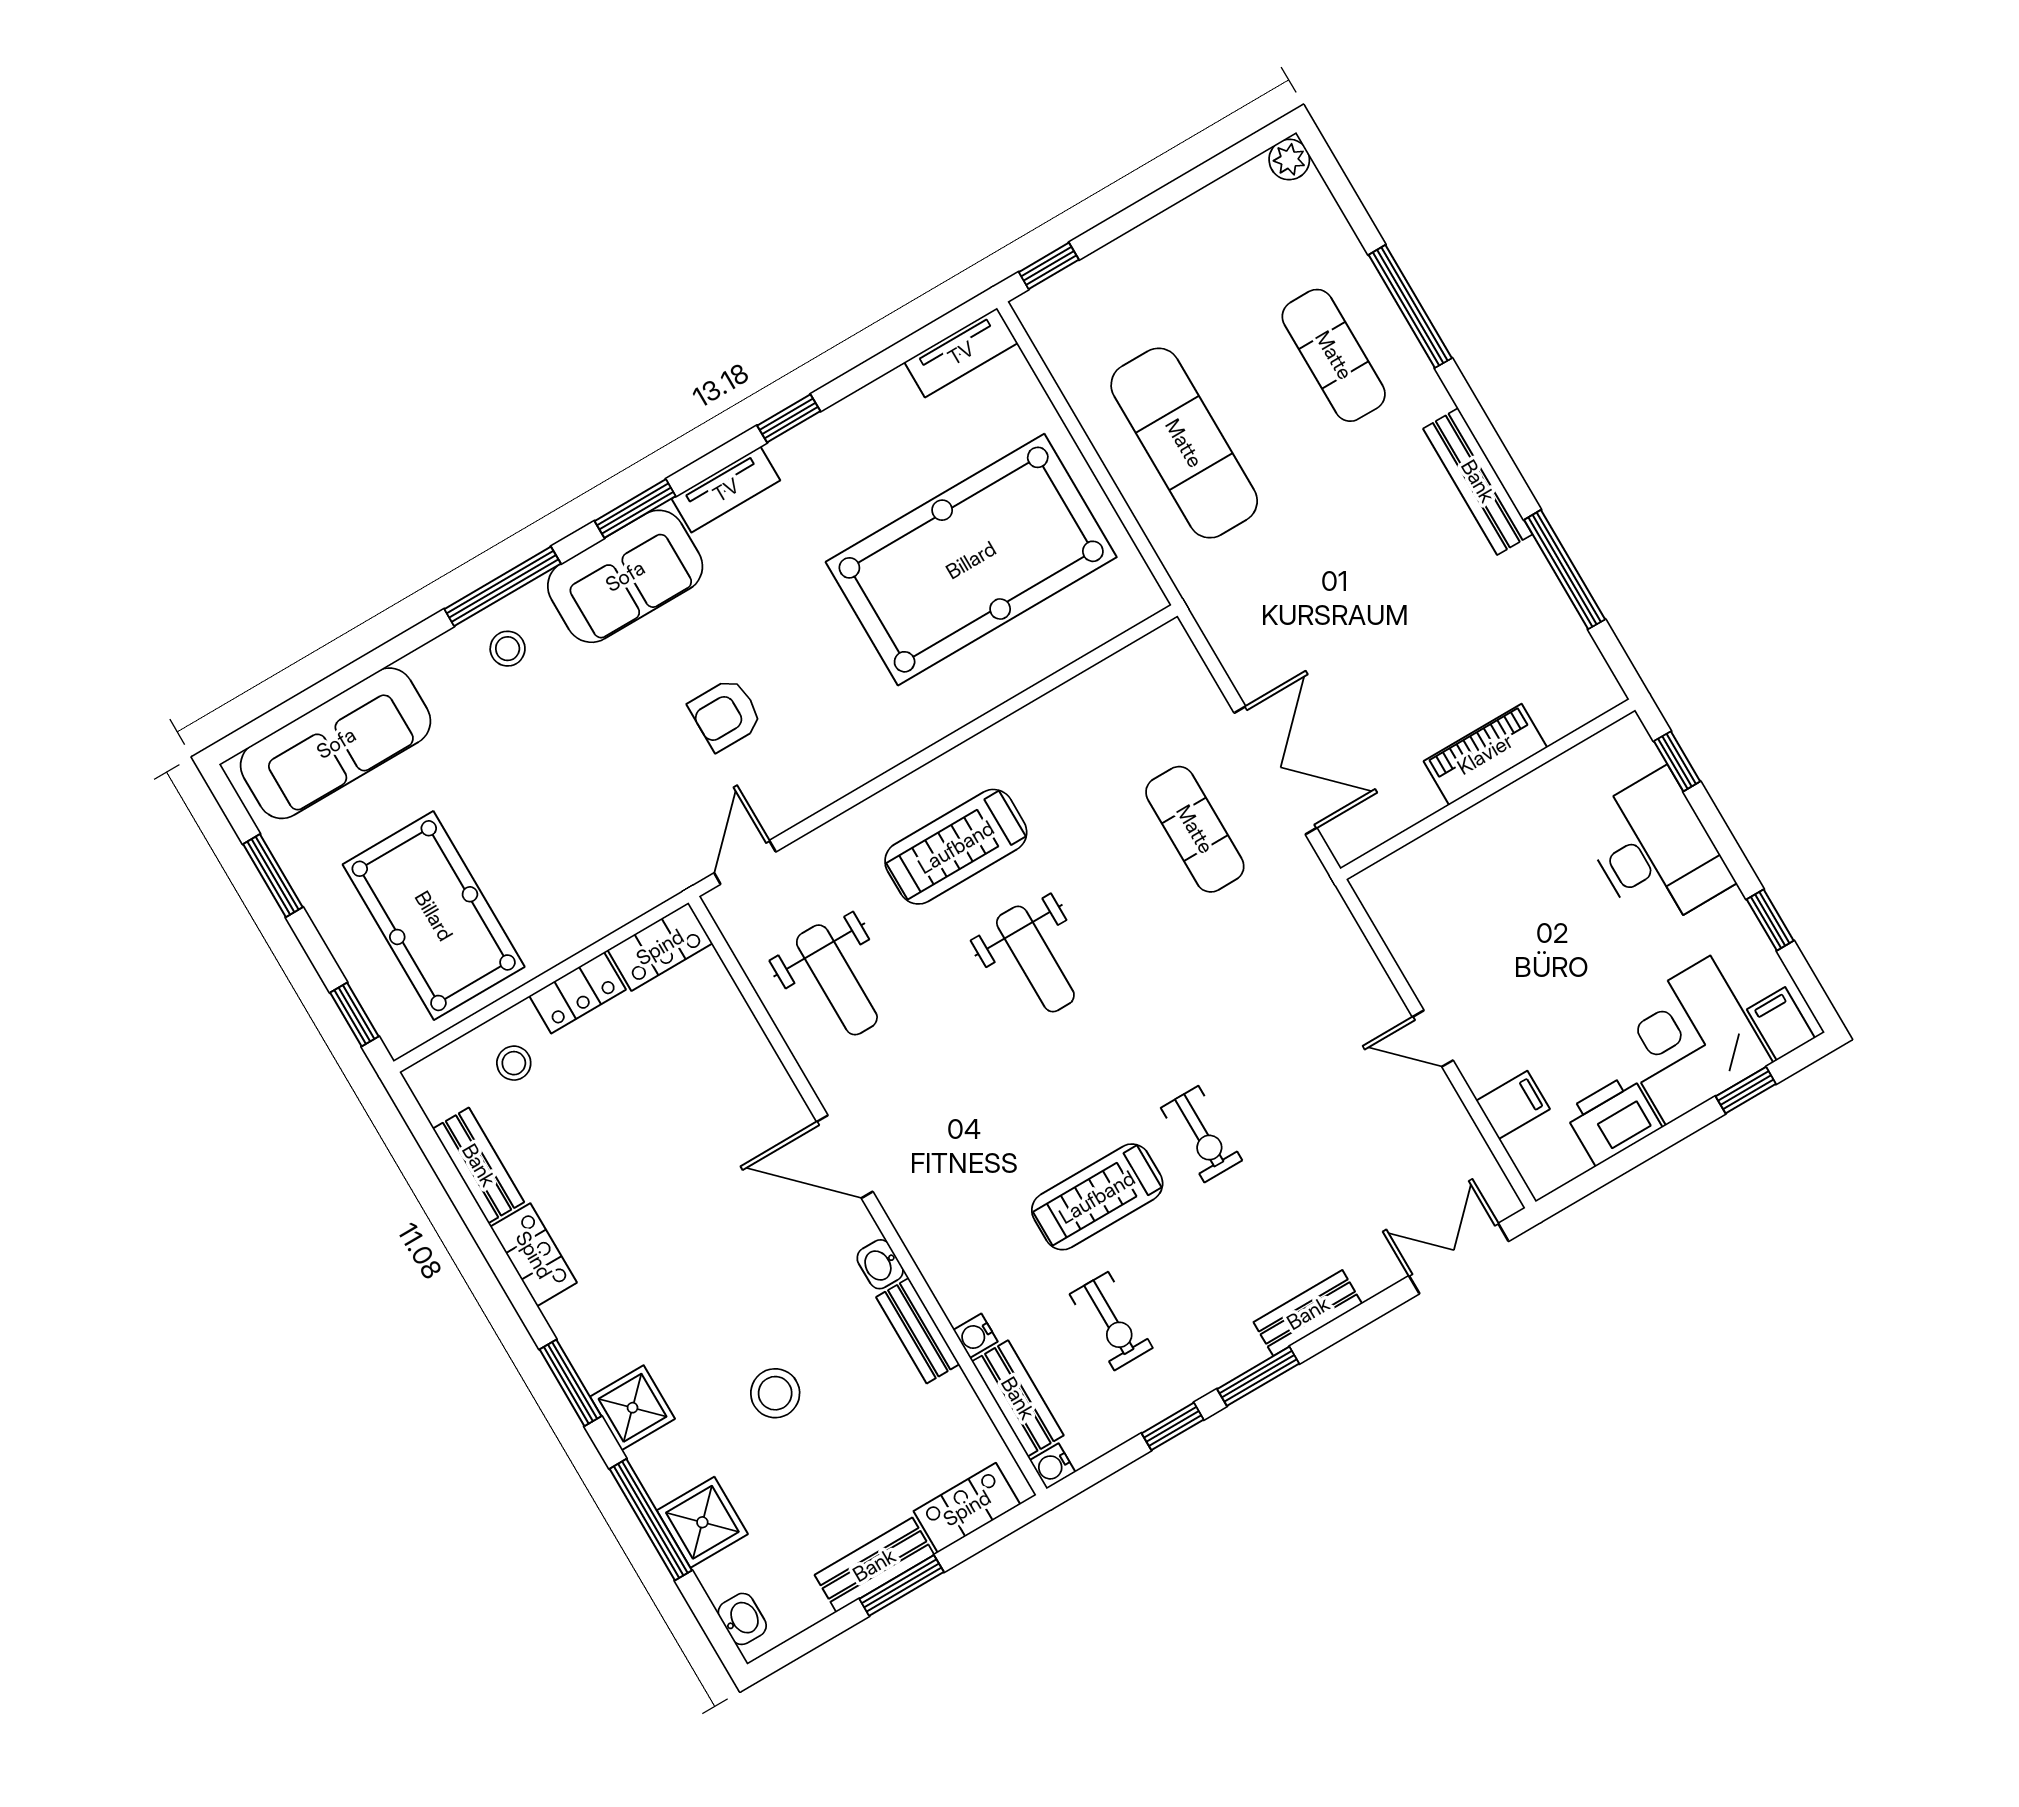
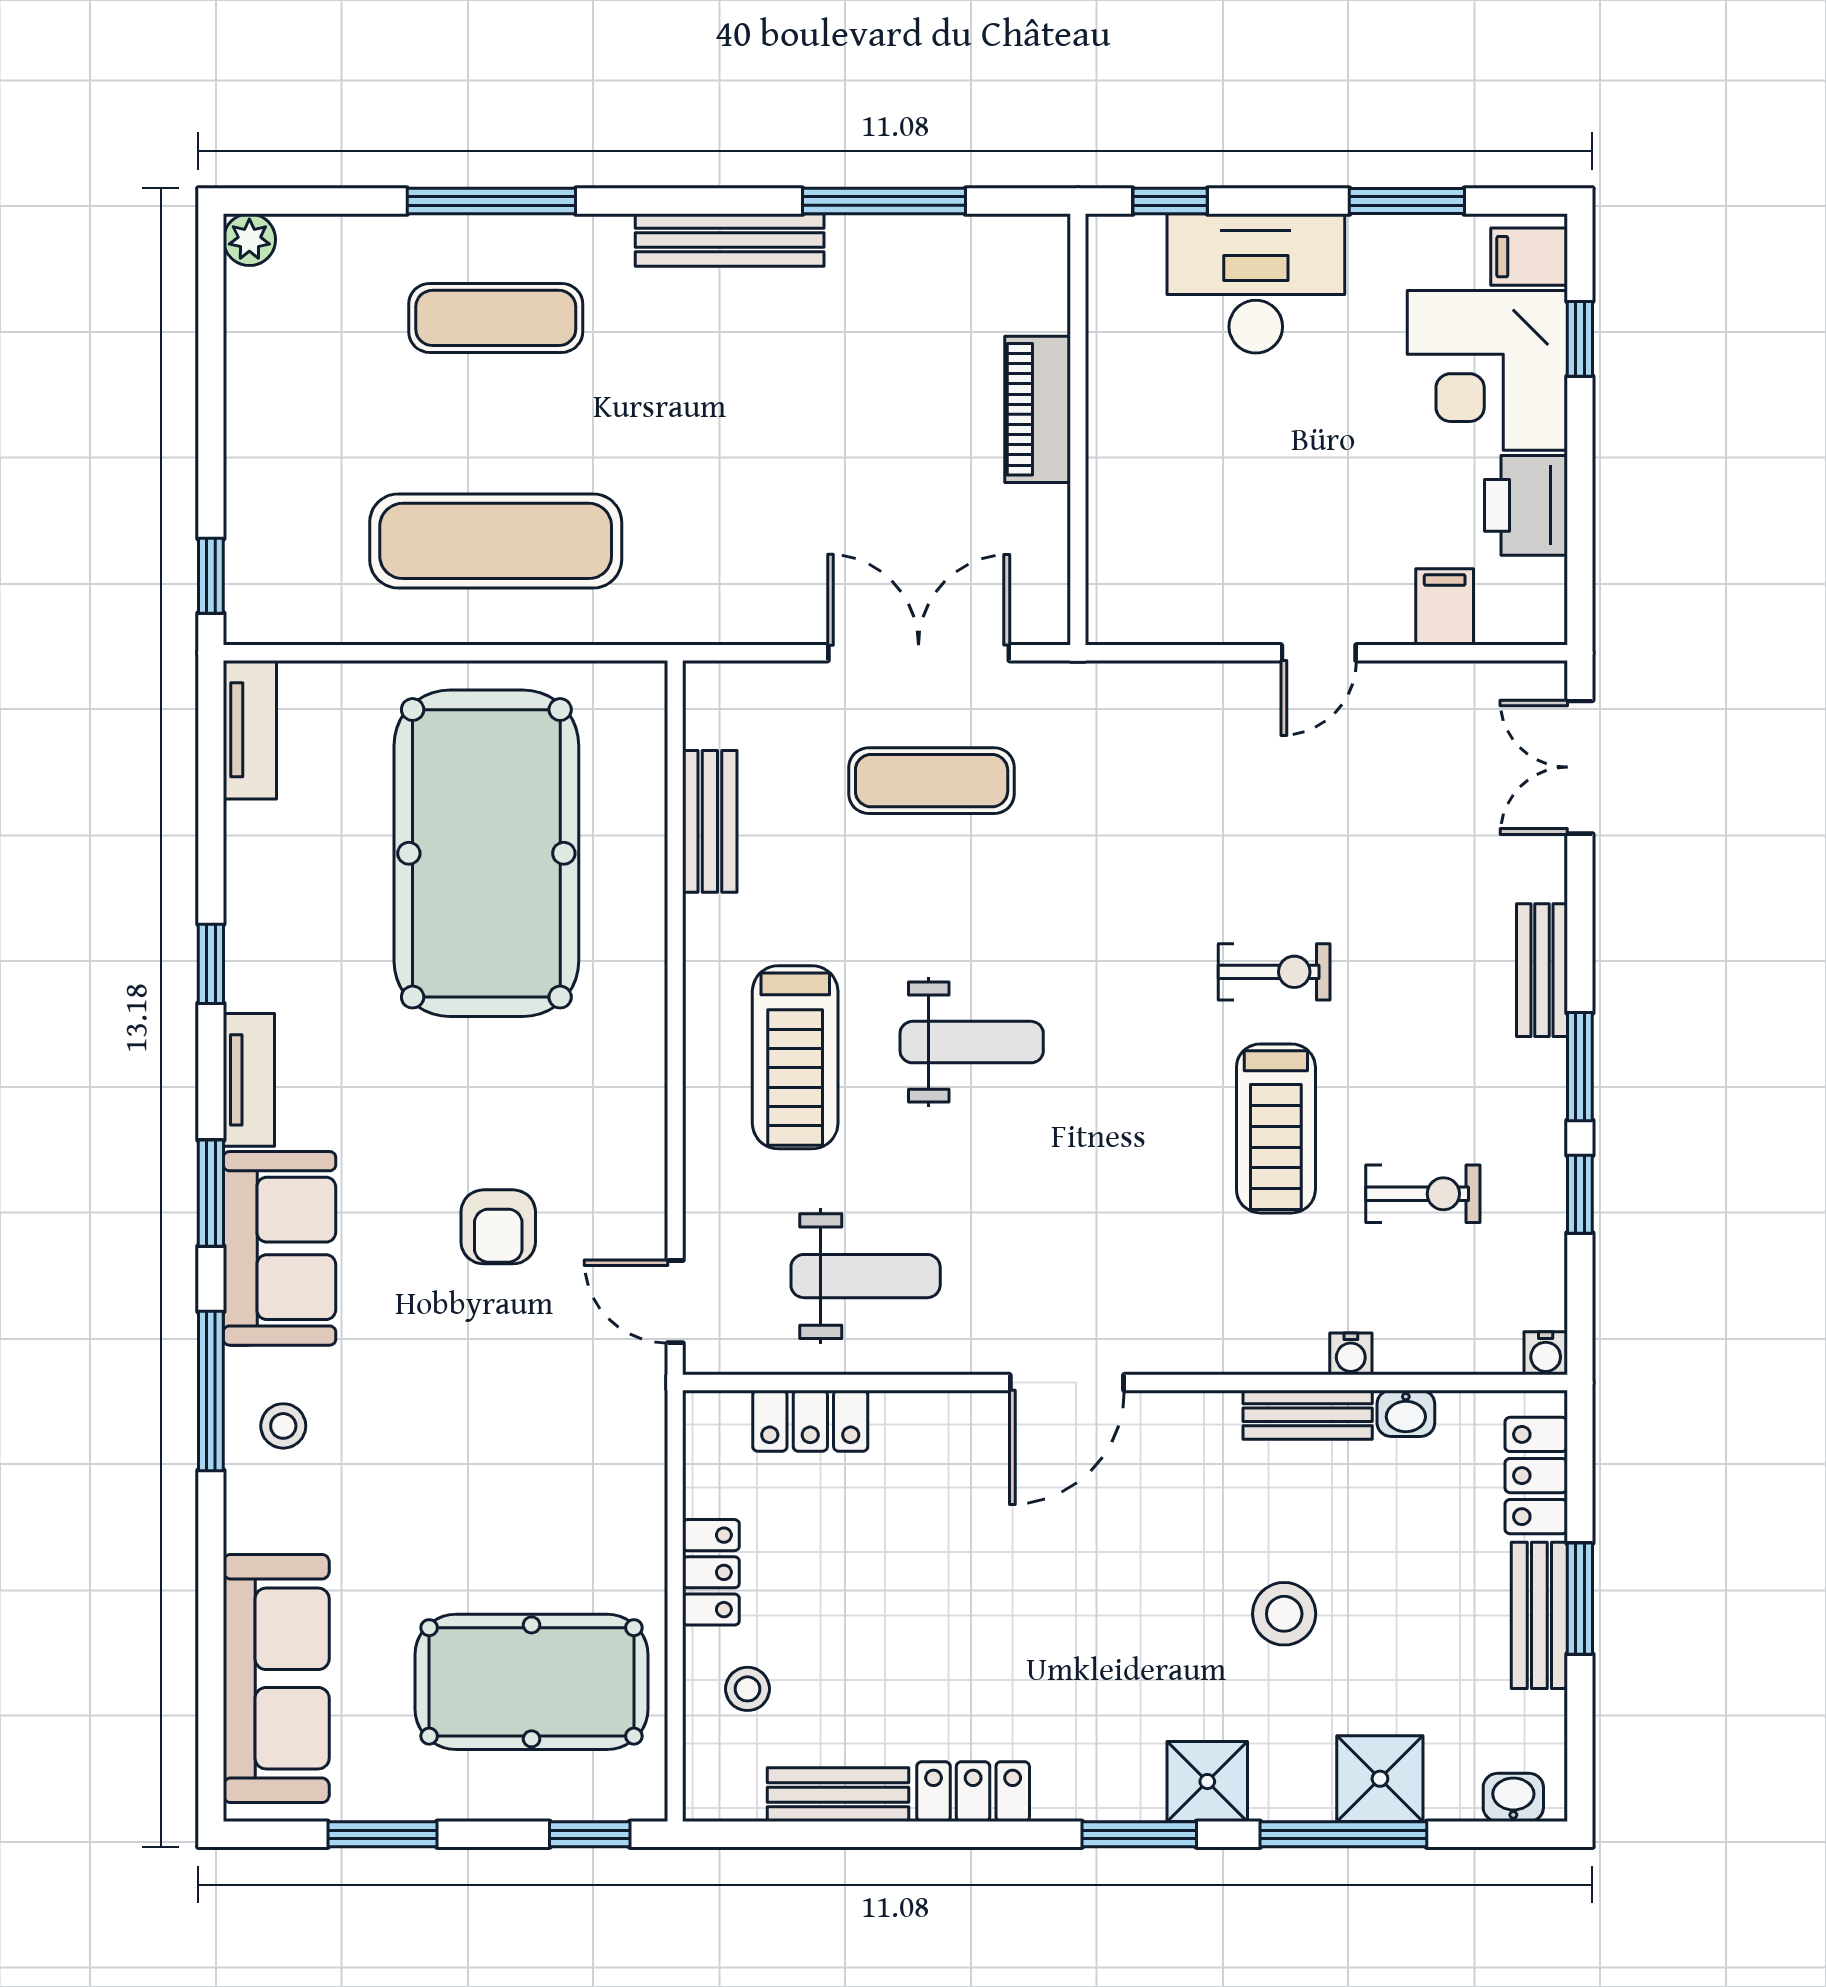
window: (1770, 920) -> (1407, 201), width x1.50
locker: (660, 947) -> (810, 1421), moved, turned 90
washbasin: (880, 1264) -> (1406, 1413), moved
bench: (1018, 1398) -> (710, 821), moved, turned 90

